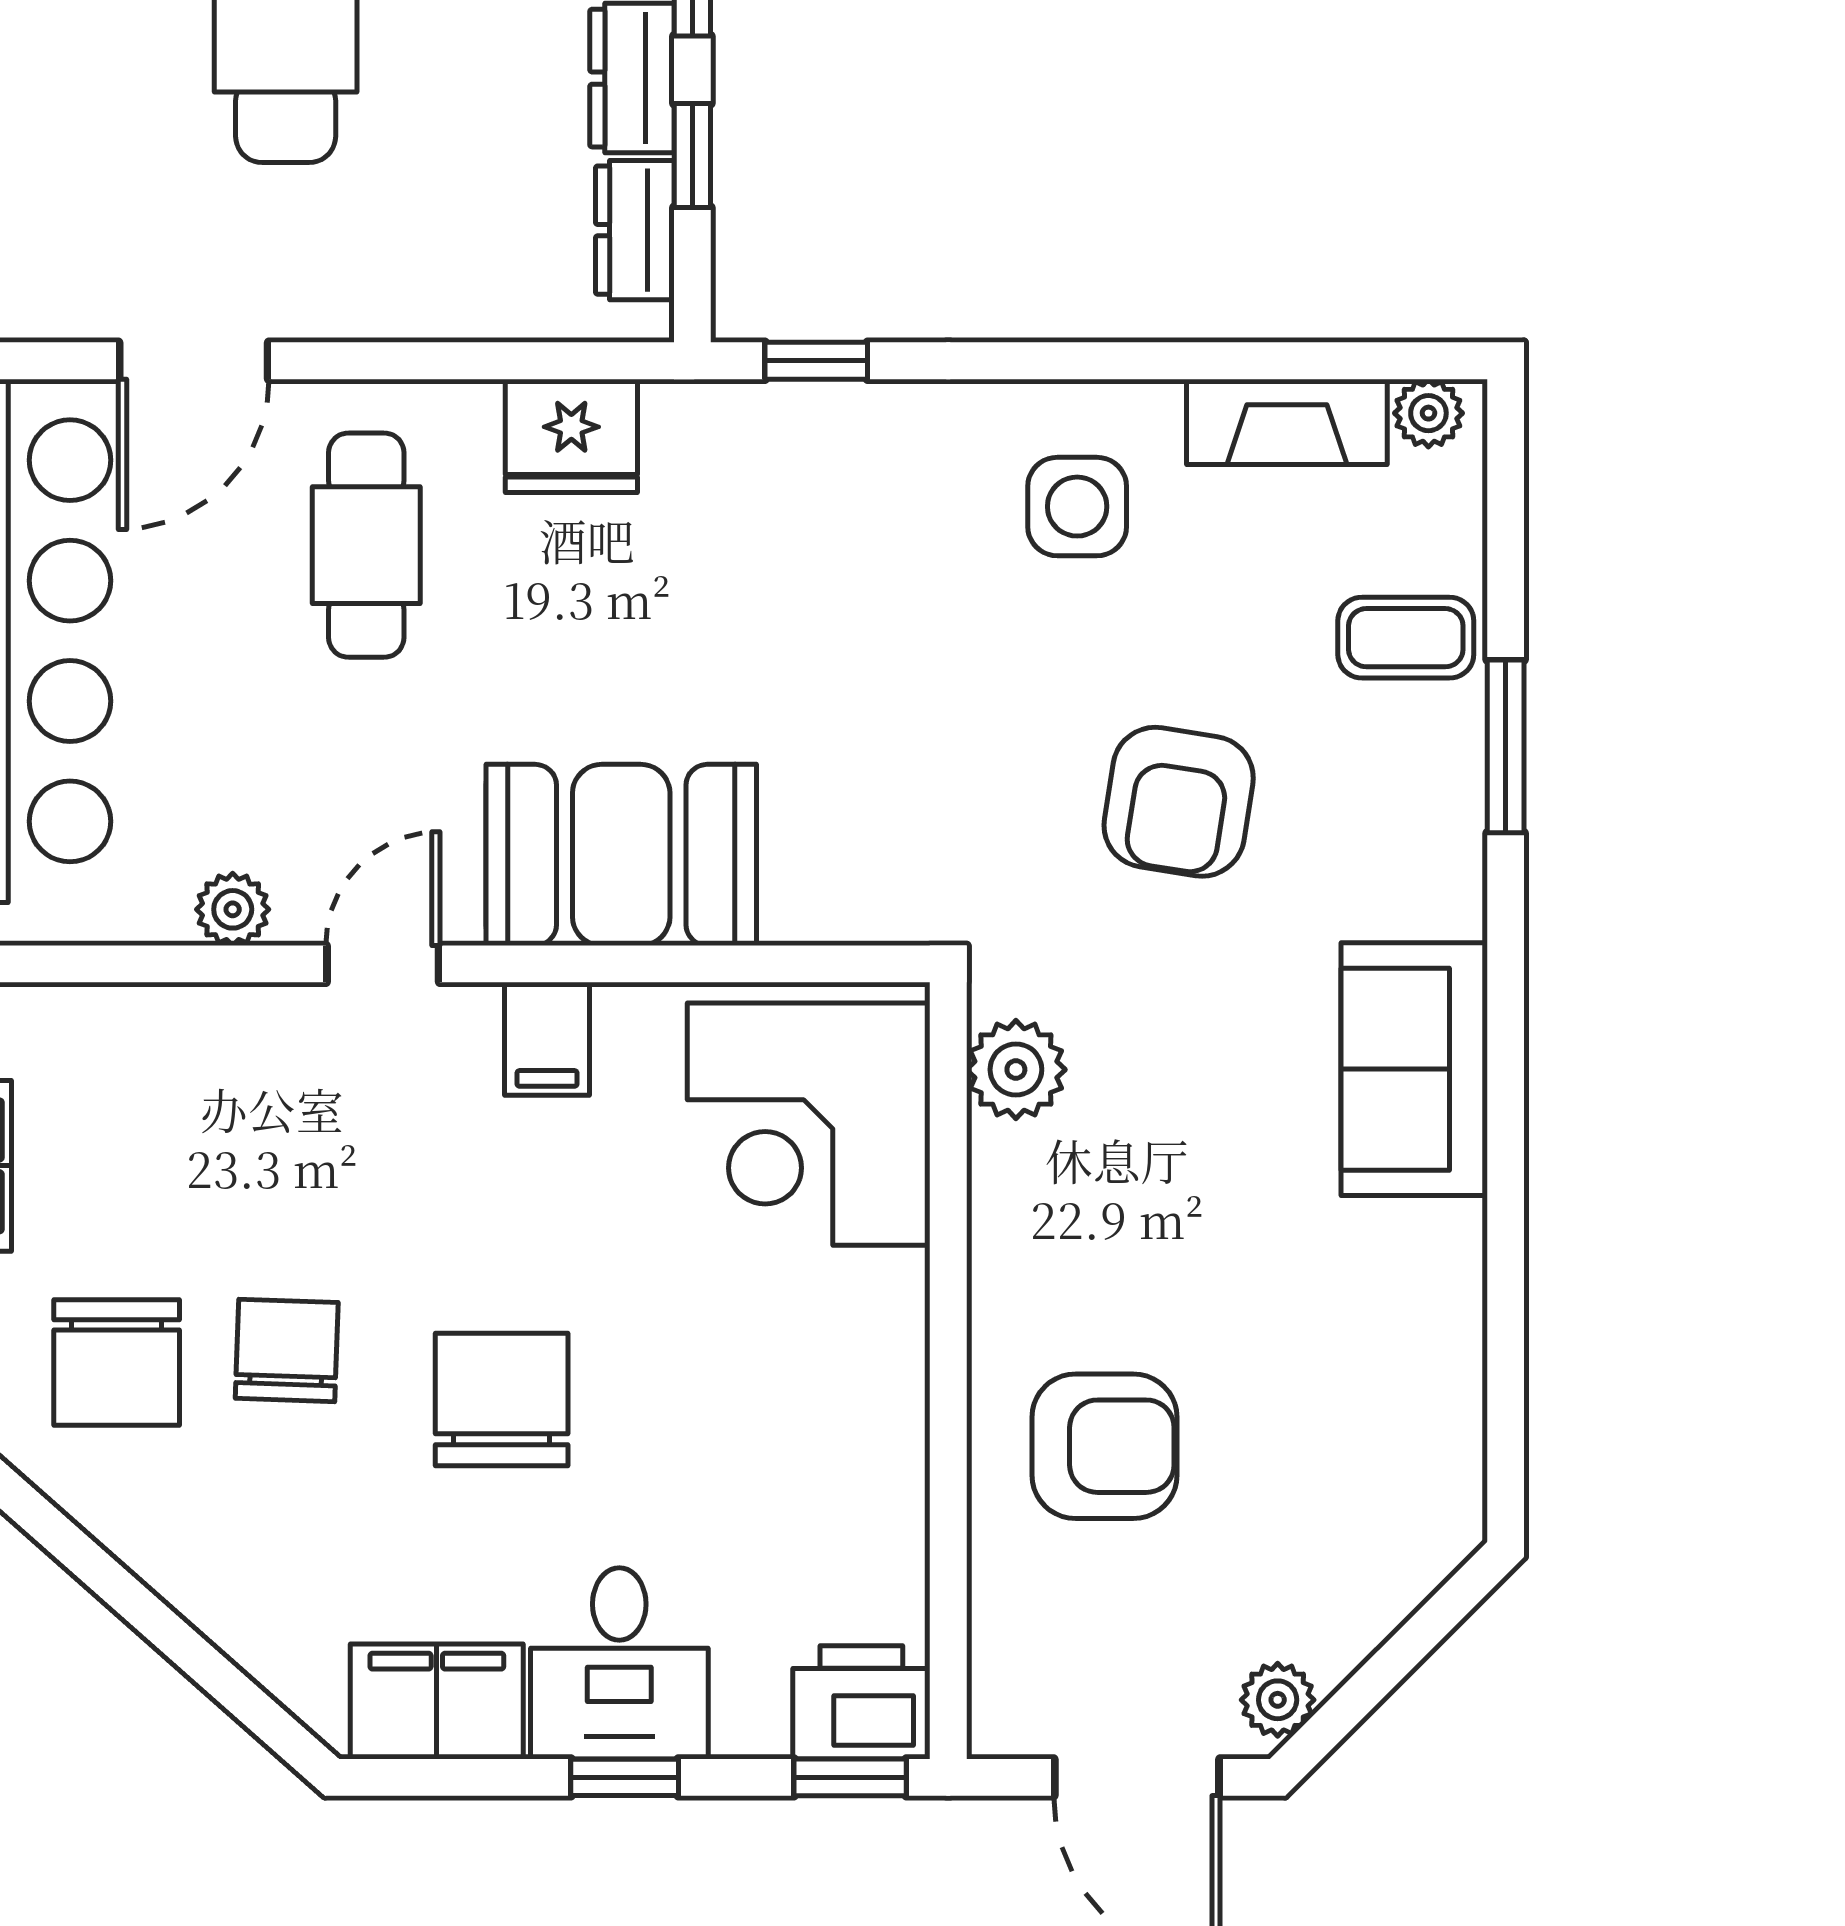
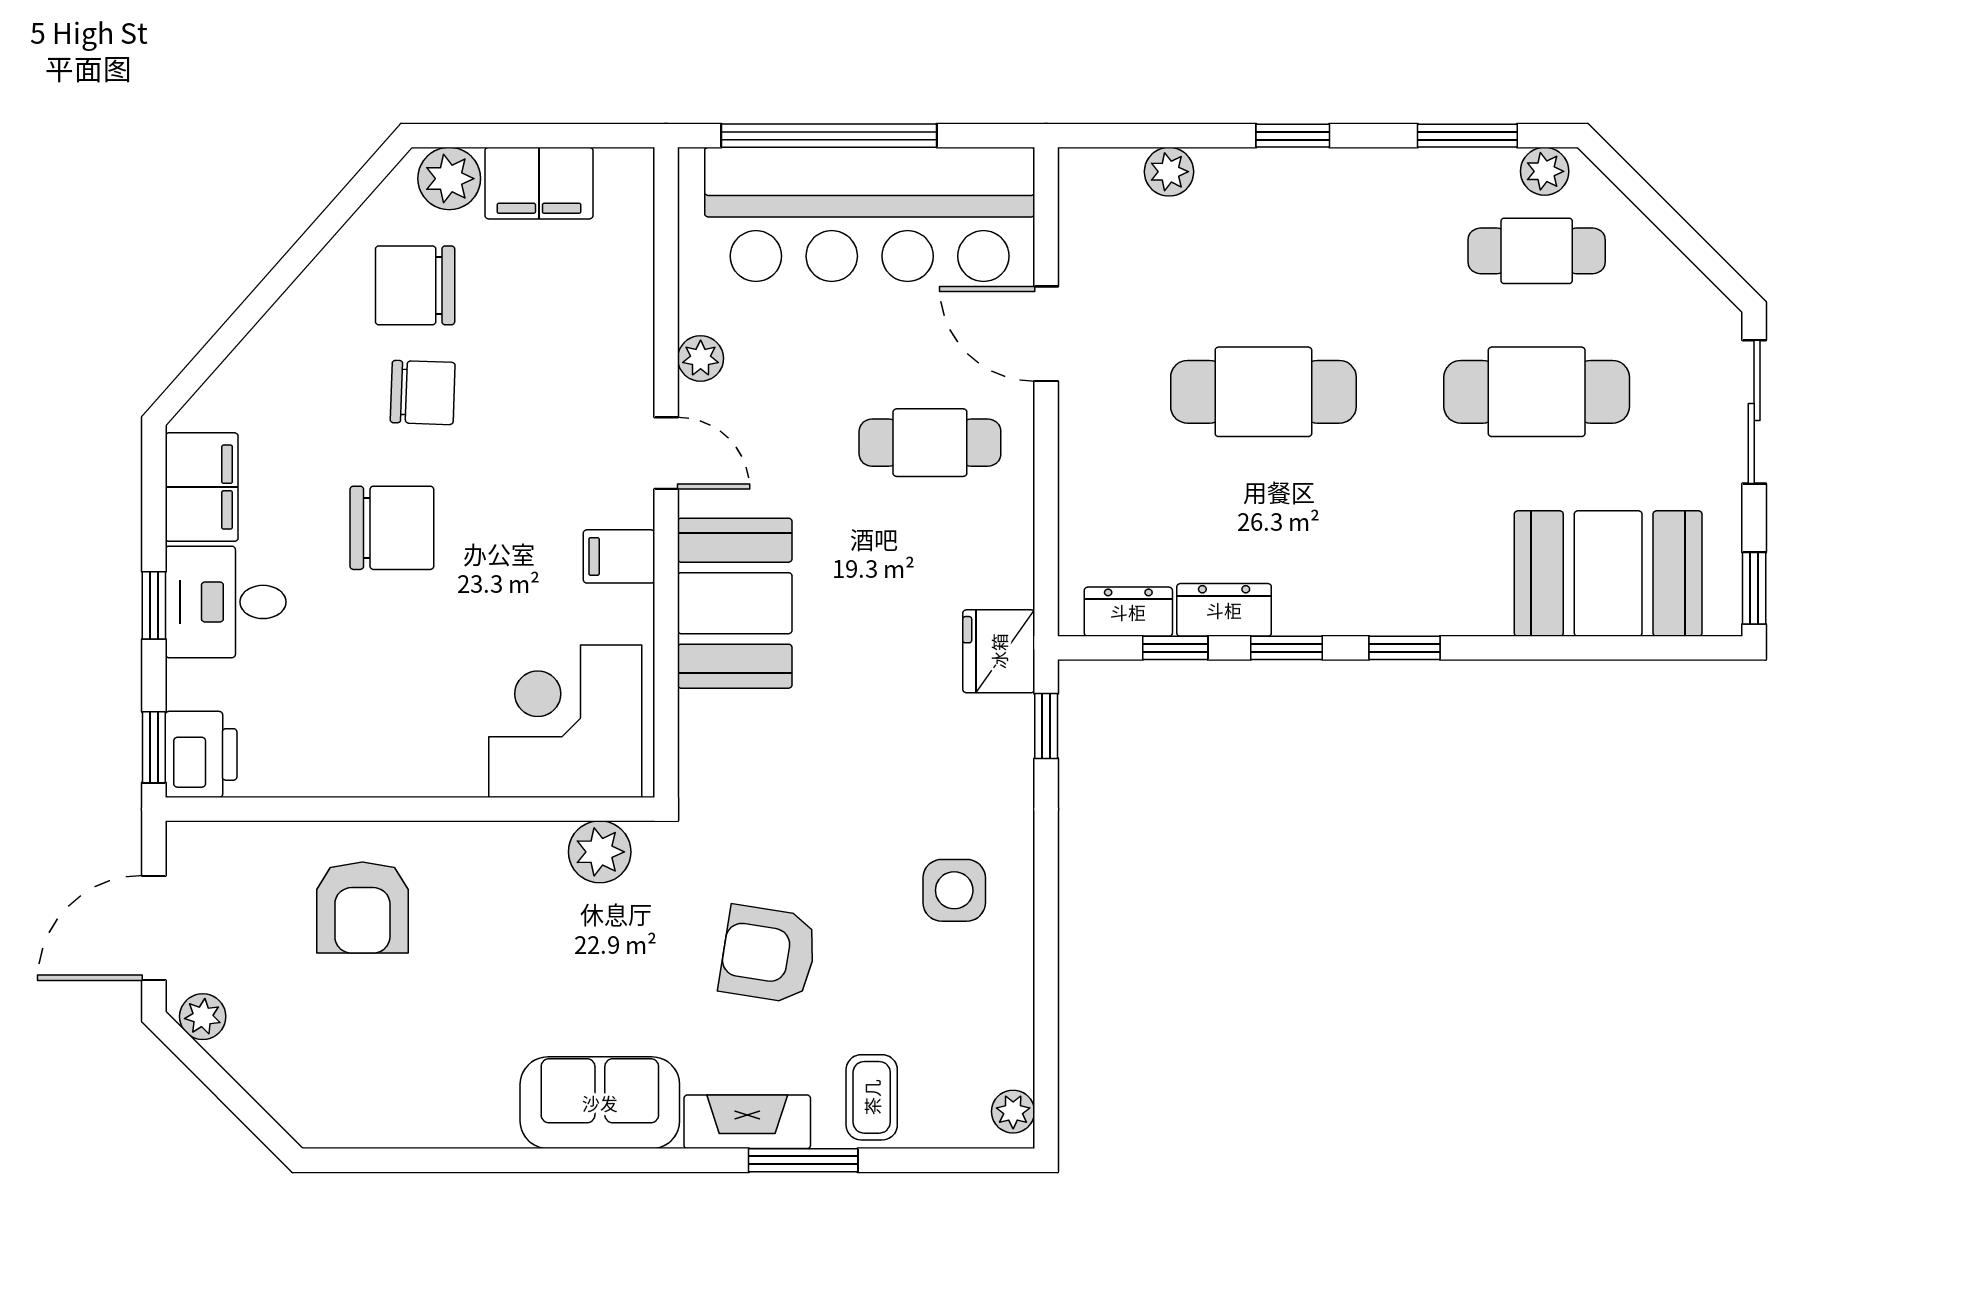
fireplace: (1287, 422) -> (747, 1122), moved, turned 90
fridge: (571, 436) -> (999, 651), moved

